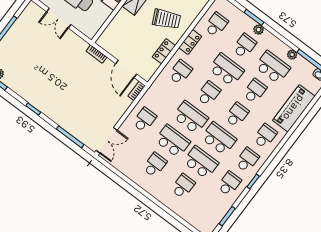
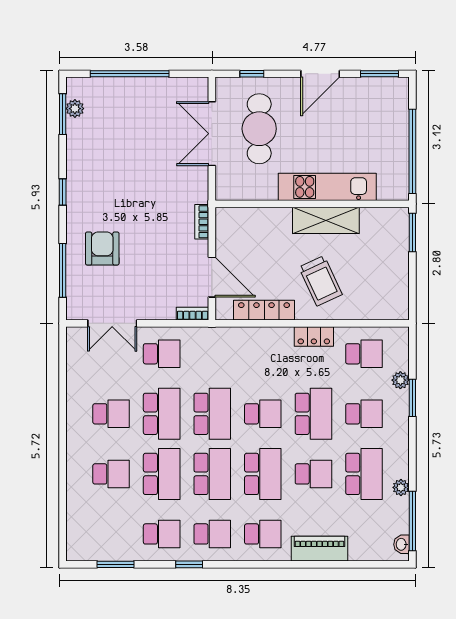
double door: (59, 18) -> (212, 134), width x1.37
plant: (259, 30) -> (400, 380), moved
locker: (164, 51) -> (264, 310), width x1.53
door: (126, 69) -> (212, 277), swing flipped
school desk: (180, 72) -> (263, 354), removed
piano: (294, 108) -> (319, 549), width x0.73, depth x0.75
armchair: (74, 110) -> (102, 249), added
school desk: (237, 115) -> (263, 474), width x1.85
double door: (107, 140) -> (112, 323), moved

